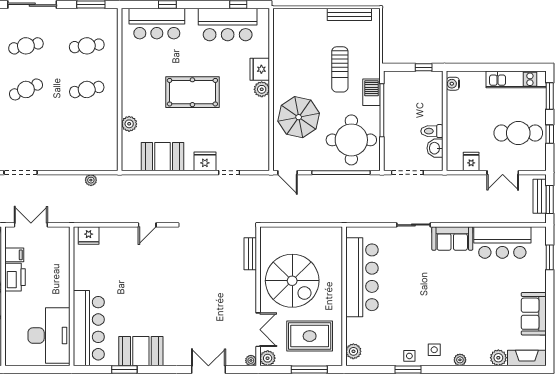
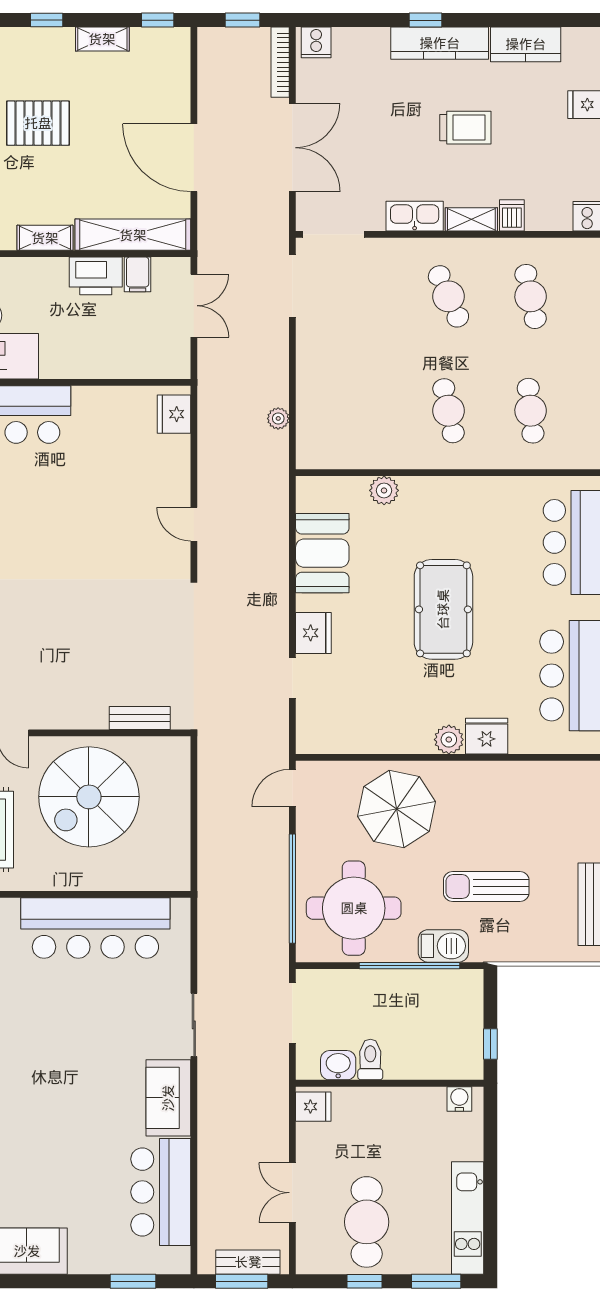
fridge: (471, 161) -> (313, 1107), moved

